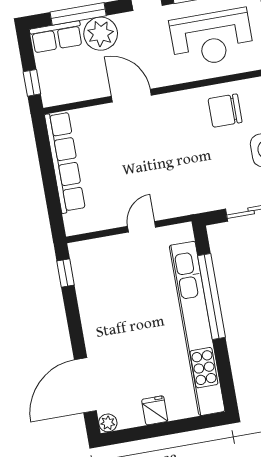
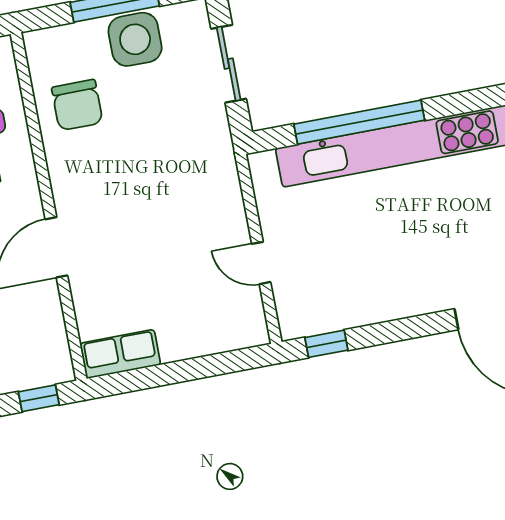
row of seats: (65, 162) -> (120, 354), width x0.50
door: (142, 227) -> (261, 263), moved

